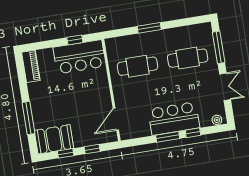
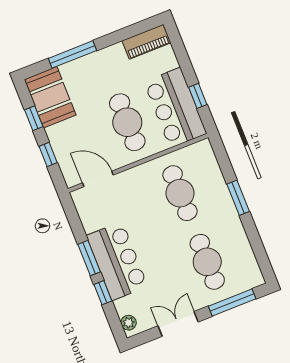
double door: (225, 87) -> (178, 324), swing flipped
cafe table: (82, 91) -> (127, 122), added

